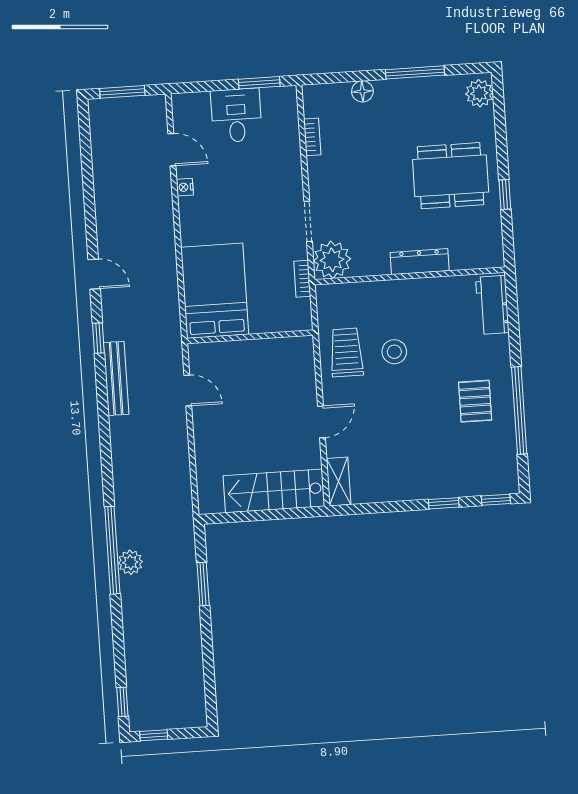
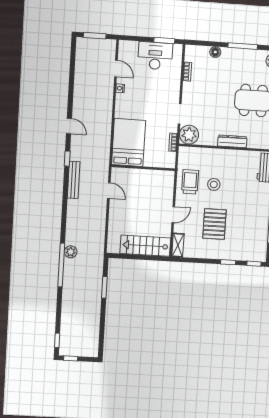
desk: (236, 115) -> (155, 56), width x1.37
pallet: (475, 401) -> (214, 224), moved, width x1.50, depth x1.42
plant: (130, 562) -> (71, 252), moved

